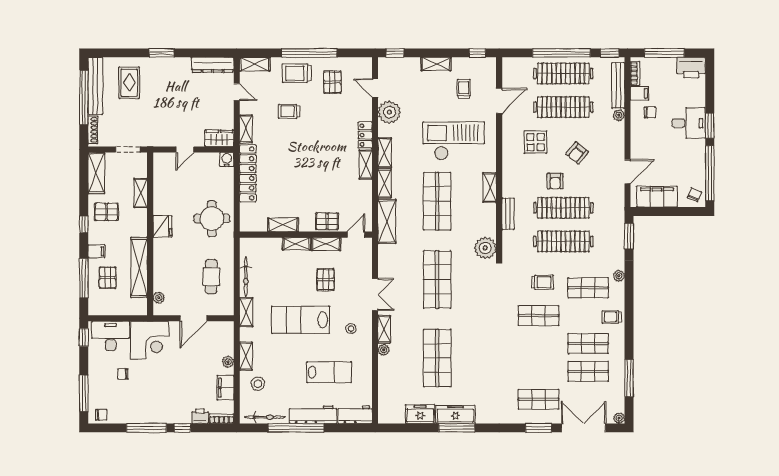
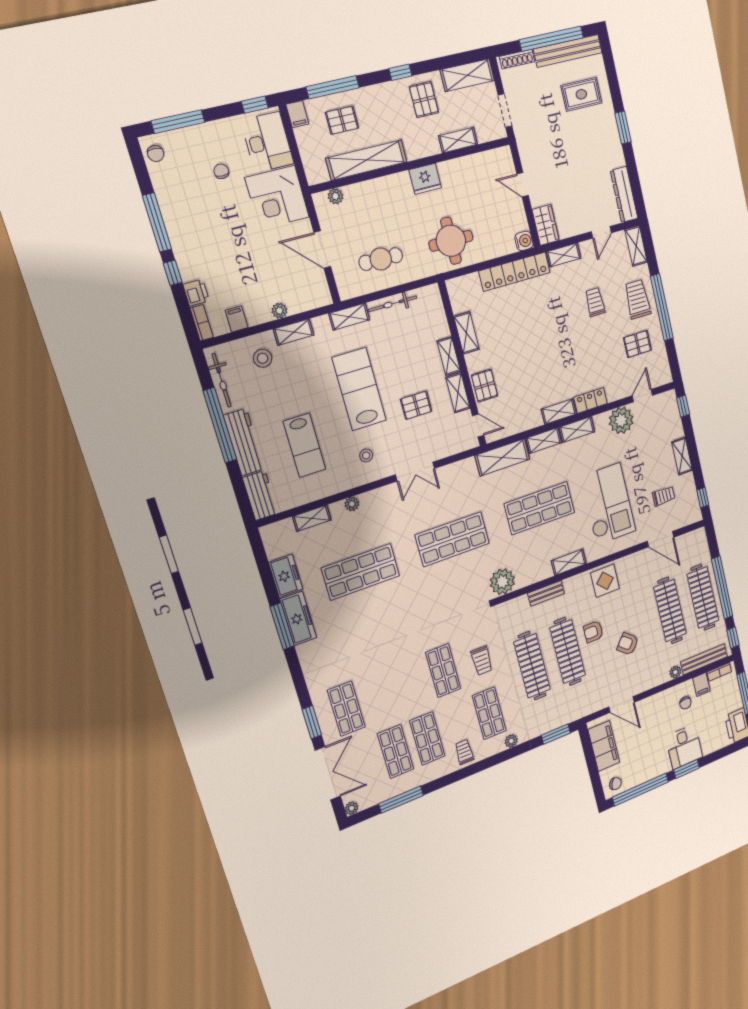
display table: (536, 142) -> (605, 581), moved
filing cabinet: (97, 251) -> (297, 114), moved
shelving: (384, 329) -> (312, 518), moved
filing cabinet: (226, 388) -> (237, 319), width x0.50

